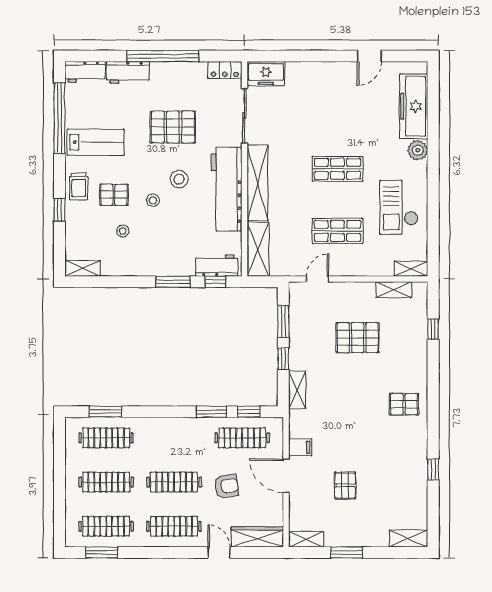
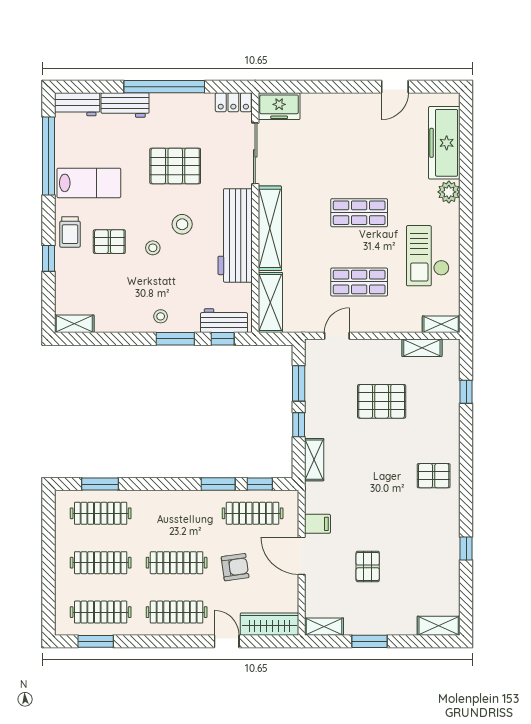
stool: (123, 231) -> (161, 316), moved

